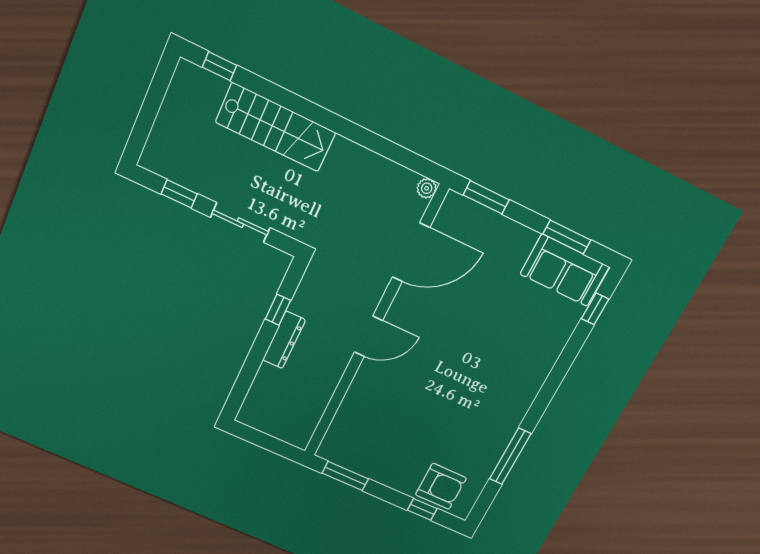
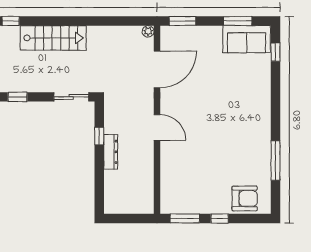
sliding door: (240, 223) -> (71, 97), moved
door: (368, 336) -> (157, 127), hinge flipped
window: (422, 509) -> (220, 218), moved

